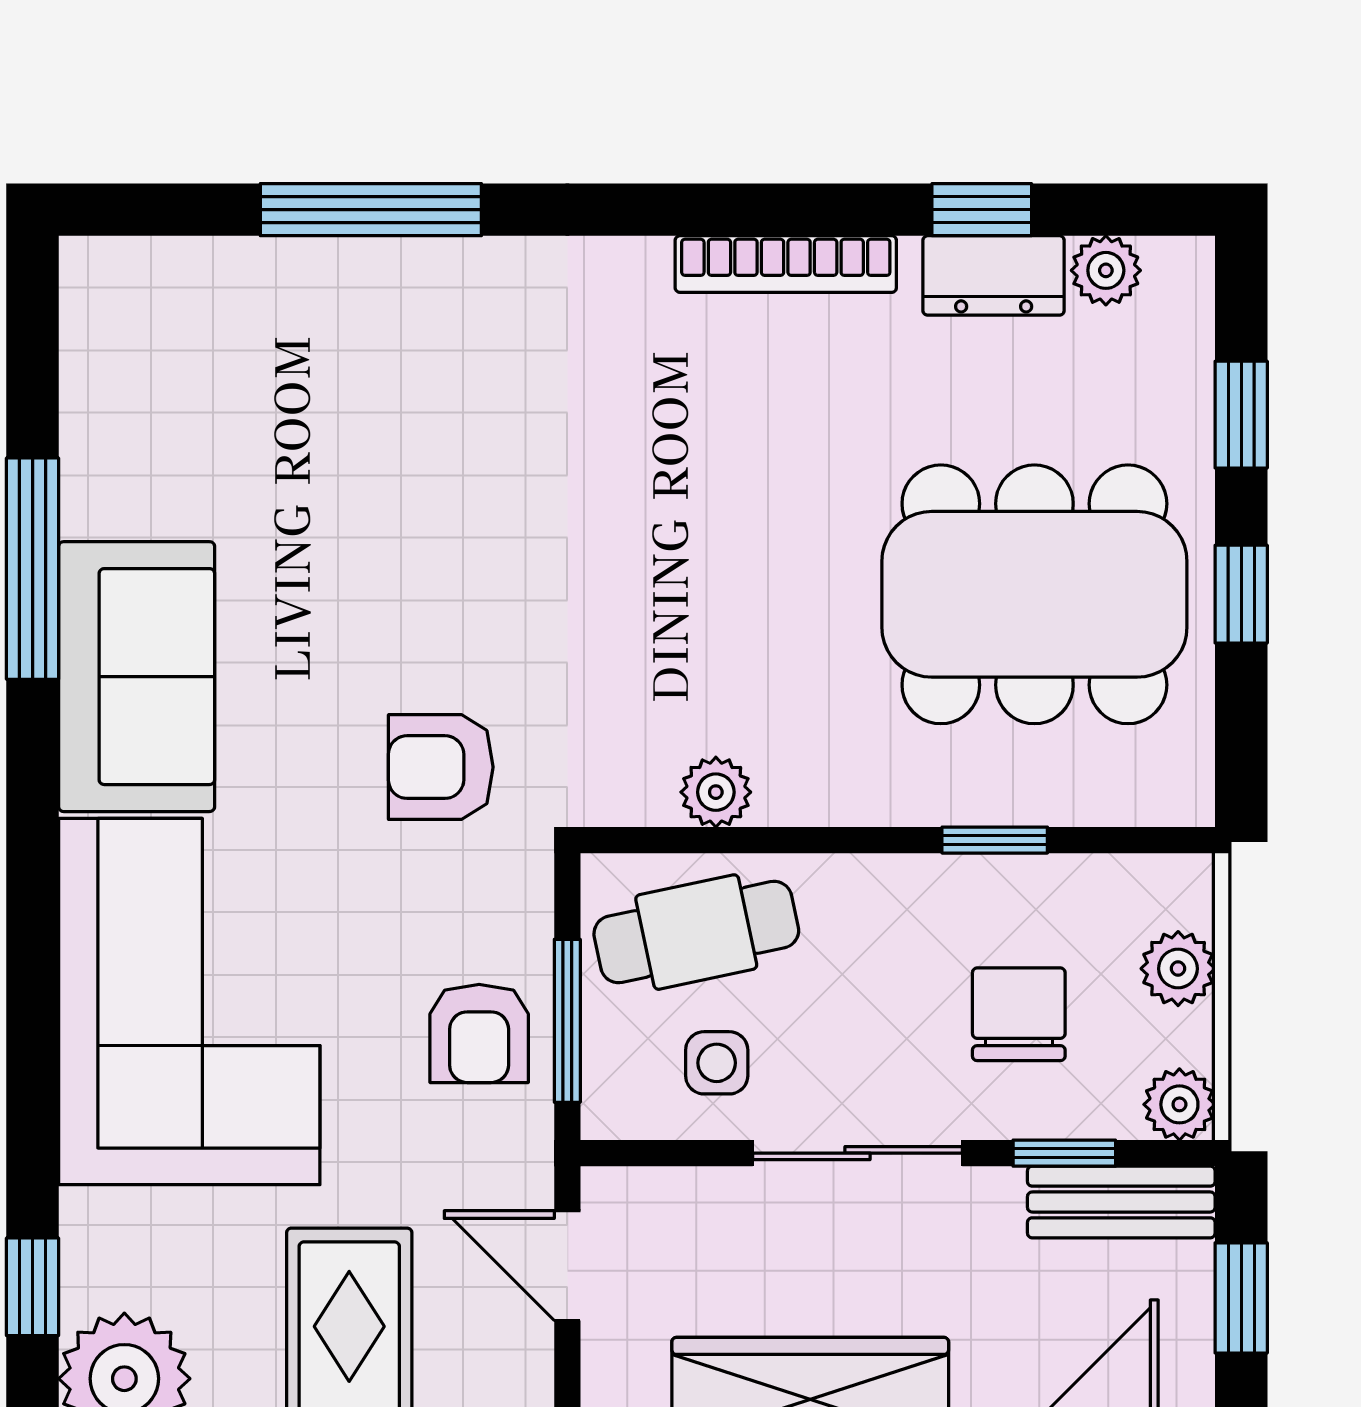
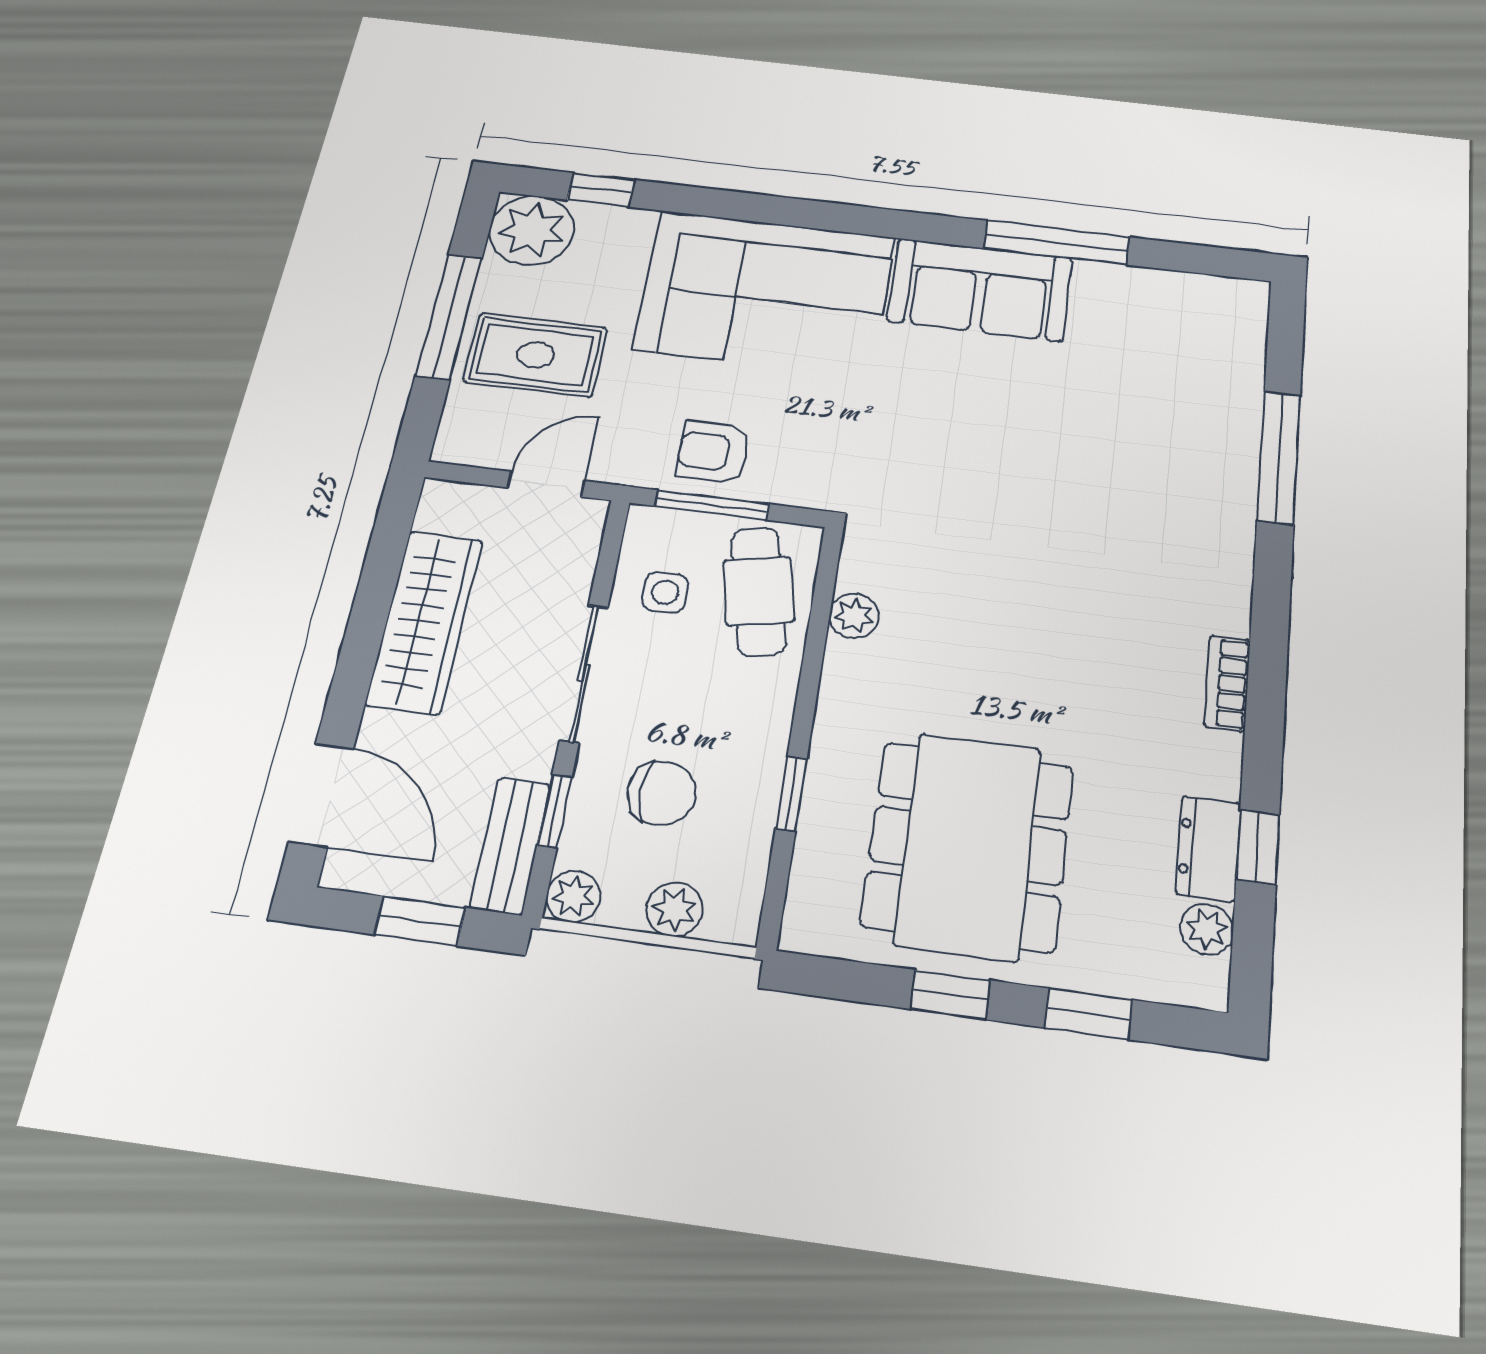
bookcase: (786, 264) -> (1227, 683), width x0.64
armchair: (441, 767) -> (896, 452), removed

